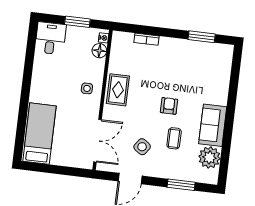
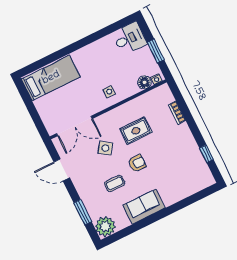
window: (202, 37) -> (206, 154), width x0.67
rug: (118, 90) -> (136, 131), moved
side table: (142, 147) -> (105, 148), moved
plant: (209, 157) -> (105, 226), moved

